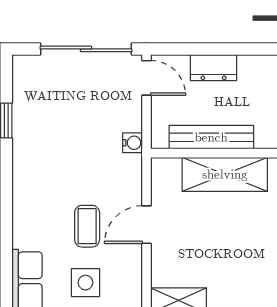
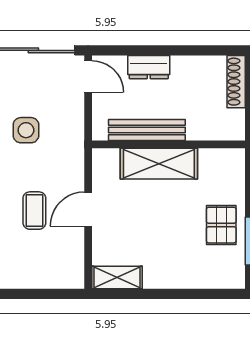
water cooler: (132, 143) -> (75, 135), removed
side table: (85, 283) -> (26, 130), moved

